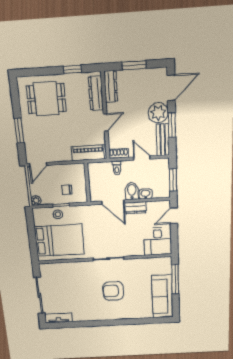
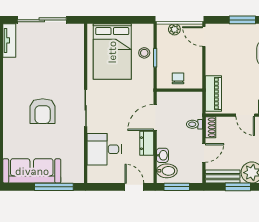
chair: (67, 190) -> (178, 78), moved
bidet: (132, 191) -> (167, 171), moved
plant: (36, 200) -> (174, 29), moved
desk: (158, 241) -> (104, 149), moved
armchair: (113, 291) -> (43, 111), turned 180

